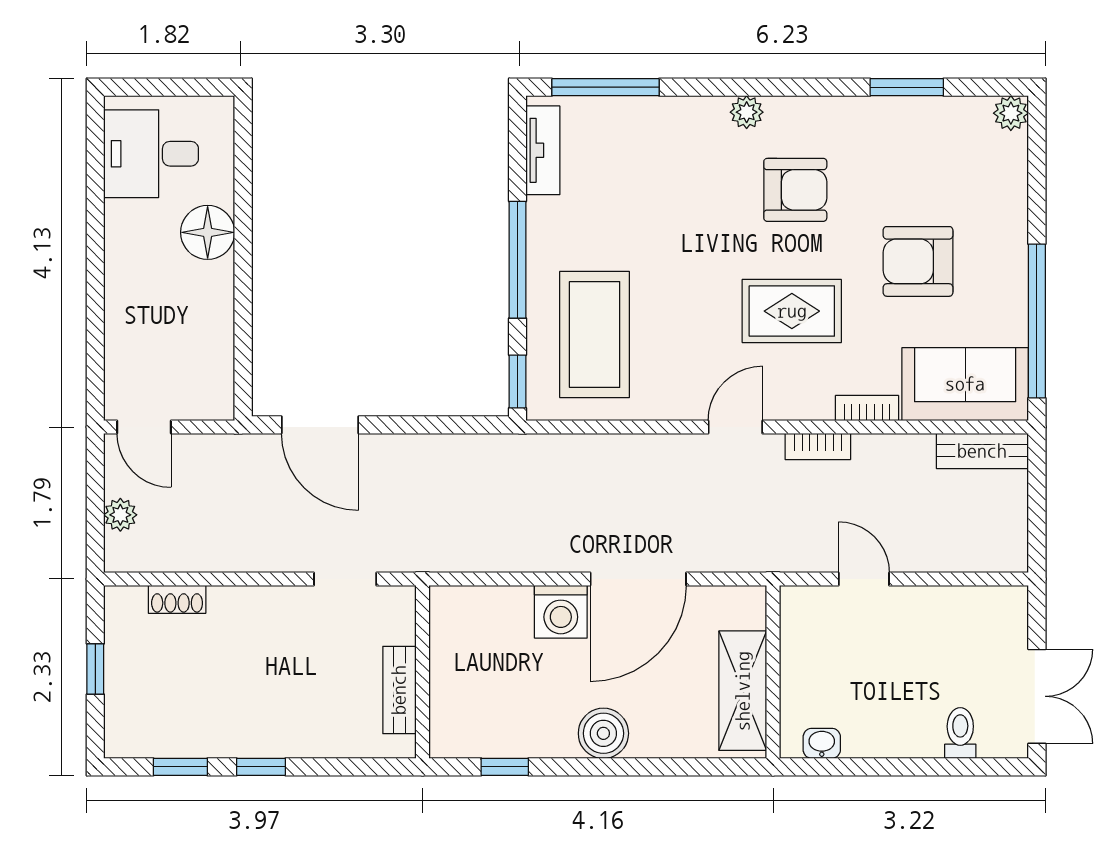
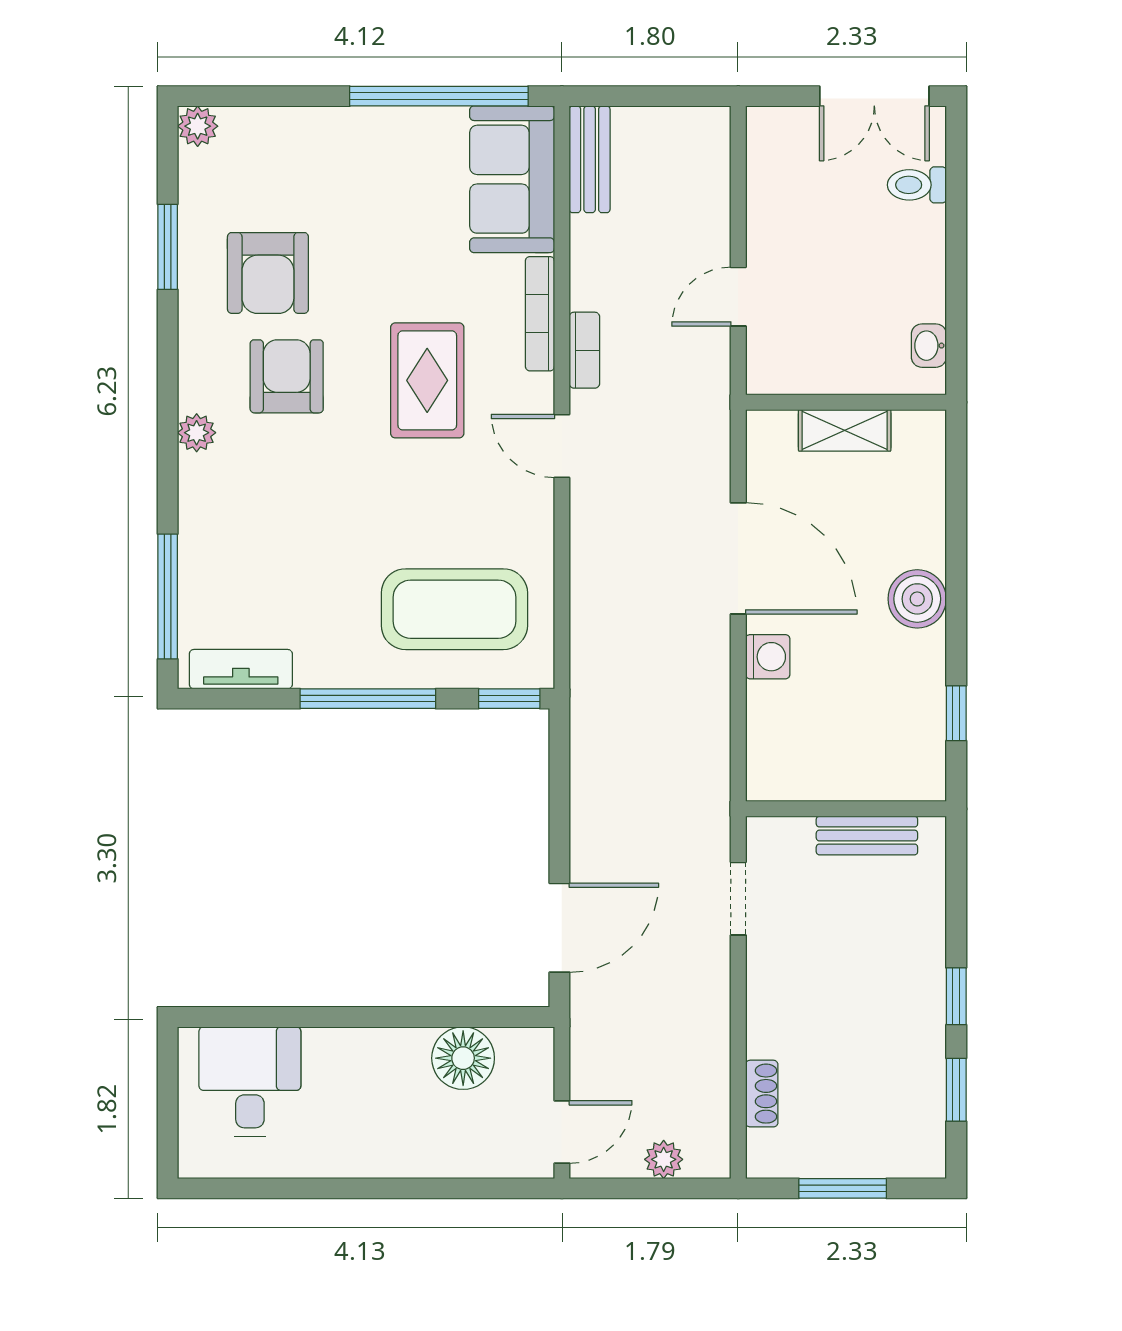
desk: (151, 154) -> (250, 1082), moved, turned 180
floor lamp: (208, 232) -> (463, 1058), moved
armchair: (918, 261) -> (268, 273), moved
bookcase: (867, 408) -> (540, 314), width x1.56
washing machine: (561, 612) -> (768, 657), width x0.73, depth x0.73
window: (95, 669) -> (843, 1188), width x1.50
shelving: (743, 691) -> (845, 430), width x0.67, depth x0.75
double door: (1037, 696) -> (874, 96), swing flipped

